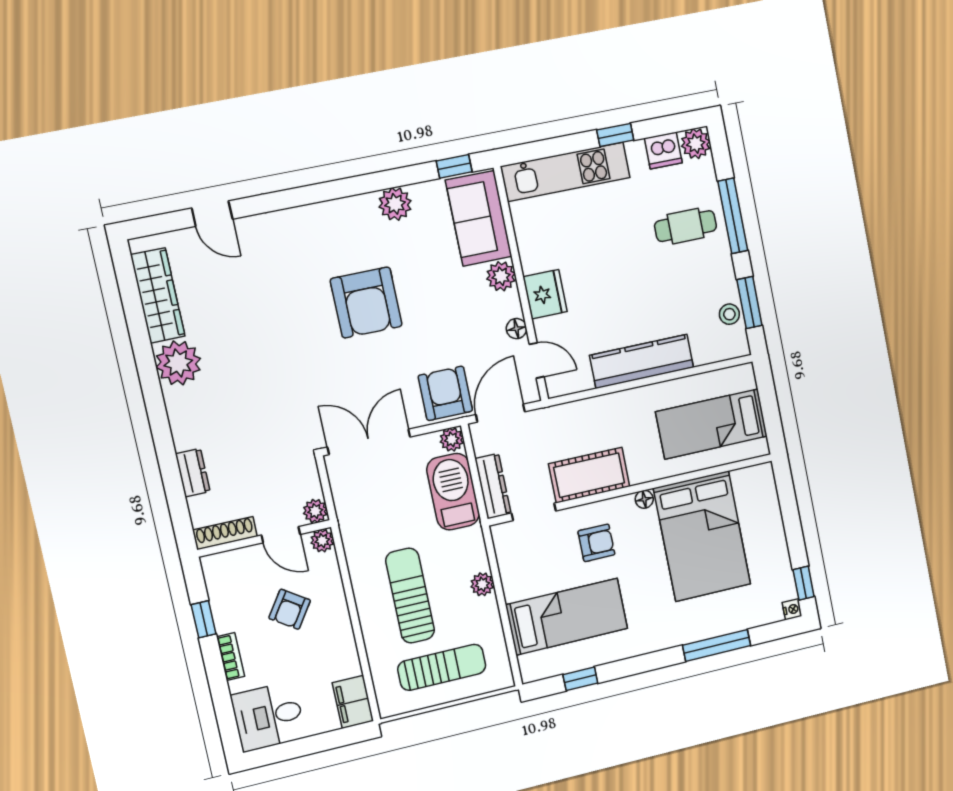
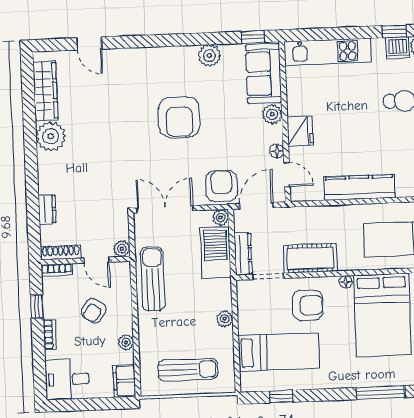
window: (615, 135) -> (394, 31), moved
plant: (322, 541) -> (126, 342), moved
armchair: (596, 543) -> (308, 305), width x1.38, depth x1.38
bookcase: (224, 560) -> (57, 270), added
sun lounger: (410, 596) -> (153, 279), moved

